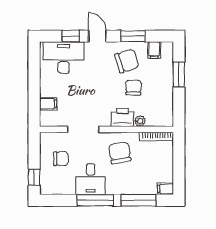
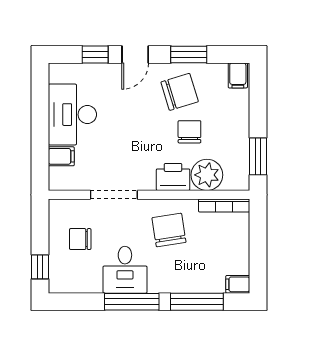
door: (97, 36) -> (135, 54), swing flipped
filing cabinet: (154, 50) -> (238, 75), moved
desk: (64, 58) -> (72, 115), moved, turned -90
window: (179, 75) -> (258, 156), moved
plant: (140, 121) -> (207, 175), width x1.88, depth x1.88
chair: (61, 159) -> (80, 239), turned 180

